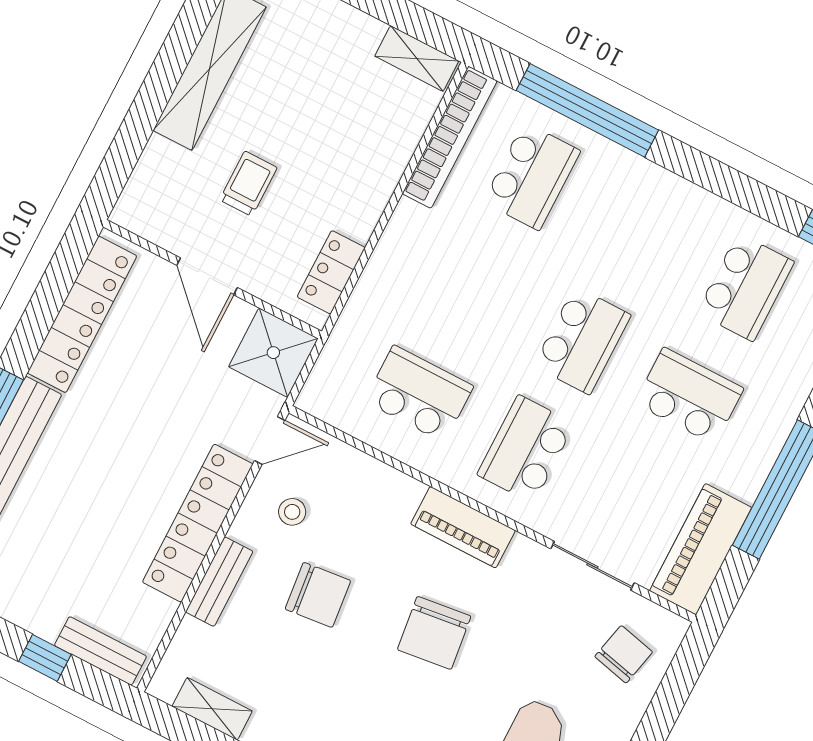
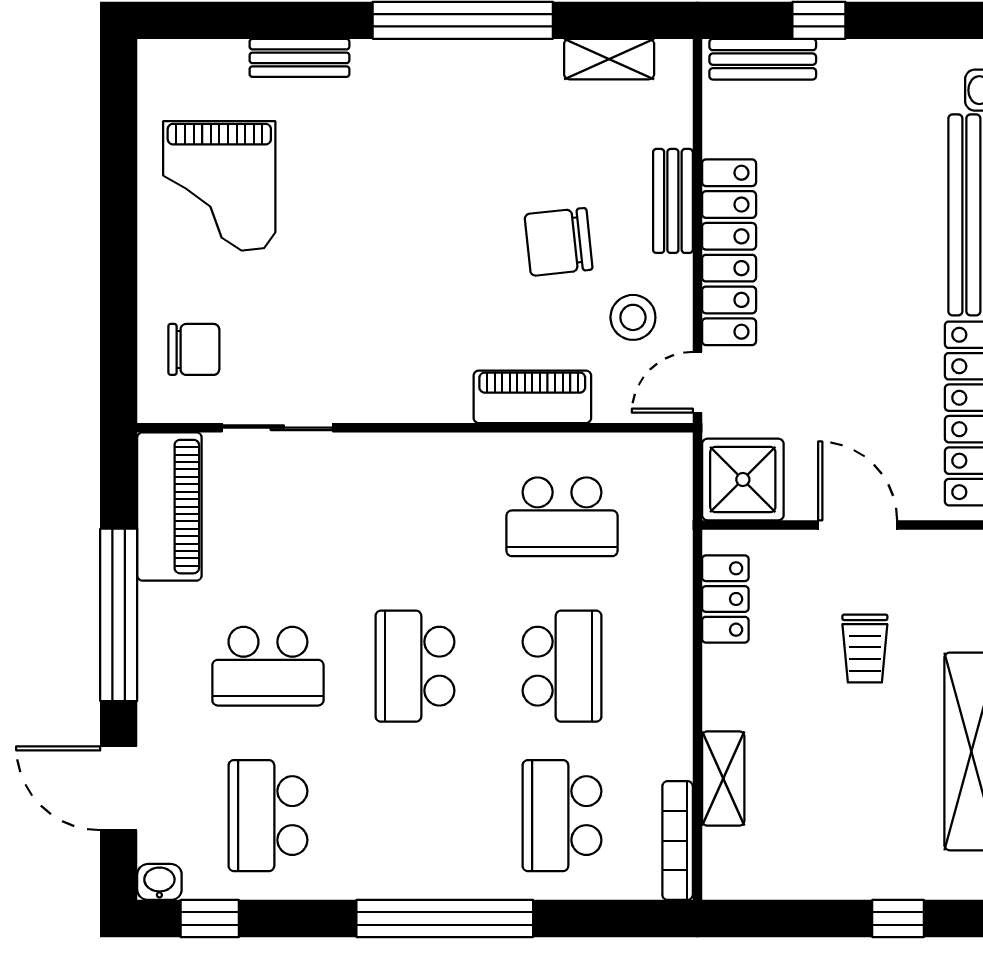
shelving: (417, 58) -> (723, 779), moved, turned 90
window: (587, 110) -> (445, 918), moved
bookcase: (450, 137) -> (678, 841), width x0.68, depth x0.76
school desk: (526, 449) -> (562, 666), moved
stool: (292, 512) -> (633, 317), width x1.37, depth x1.37
piano: (463, 527) -> (532, 397), moved
chair: (434, 633) -> (411, 266), removed
chair: (624, 654) -> (194, 349), turned -103

